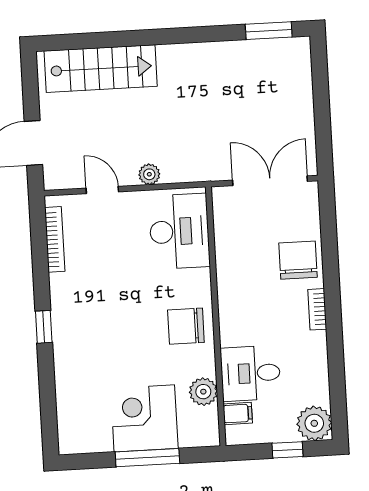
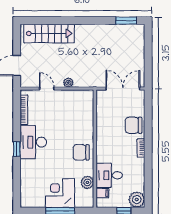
desk: (179, 231) -> (33, 142), moved, turned 180
chair: (298, 260) -> (134, 125), turned -90

